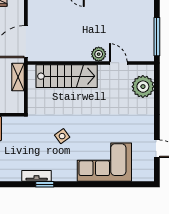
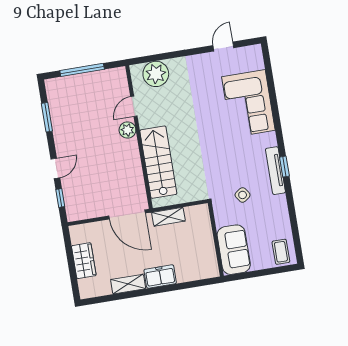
window: (157, 37) -> (82, 70), moved
side table: (62, 136) -> (243, 195), moved
tv unit: (37, 176) -> (275, 171), width x1.41

